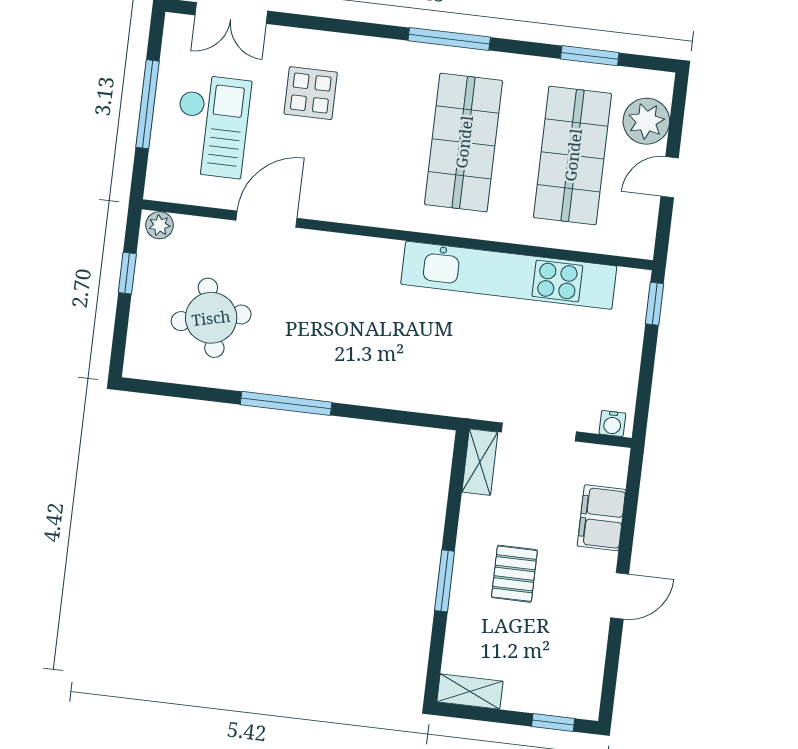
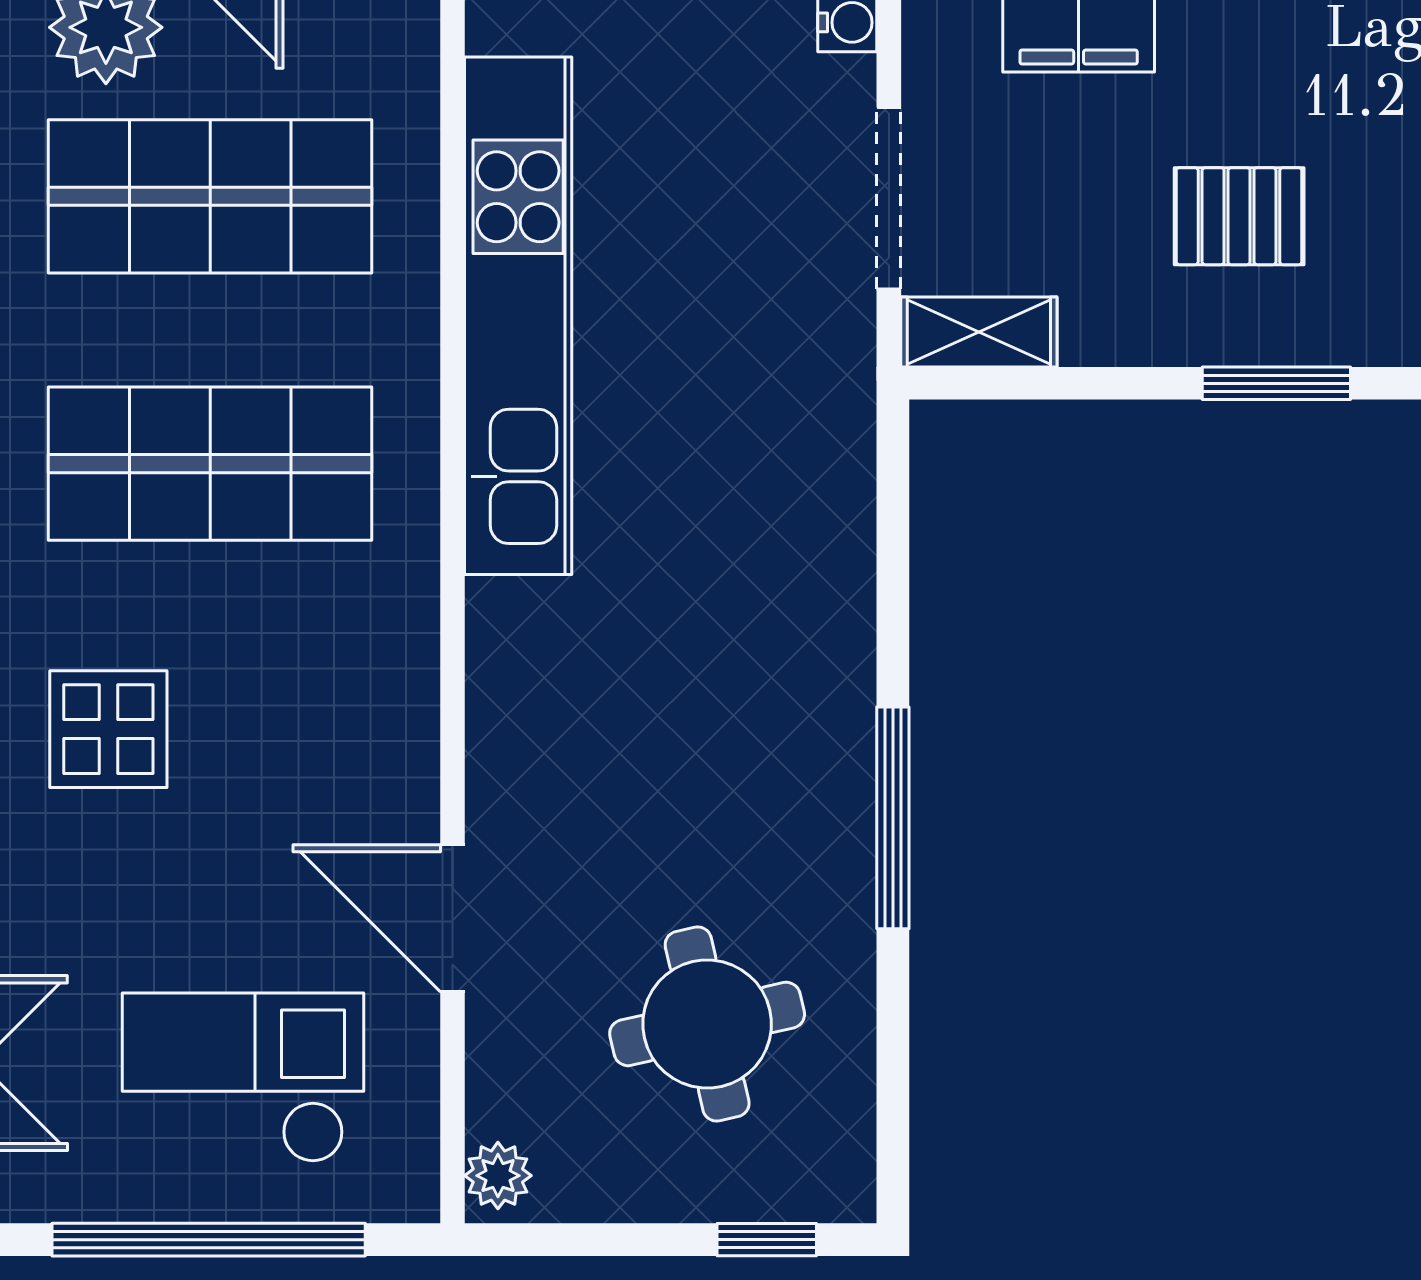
display table: (311, 93) -> (108, 729), moved
window: (147, 104) -> (209, 1240), width x1.46
window: (127, 273) -> (767, 1240), moved

